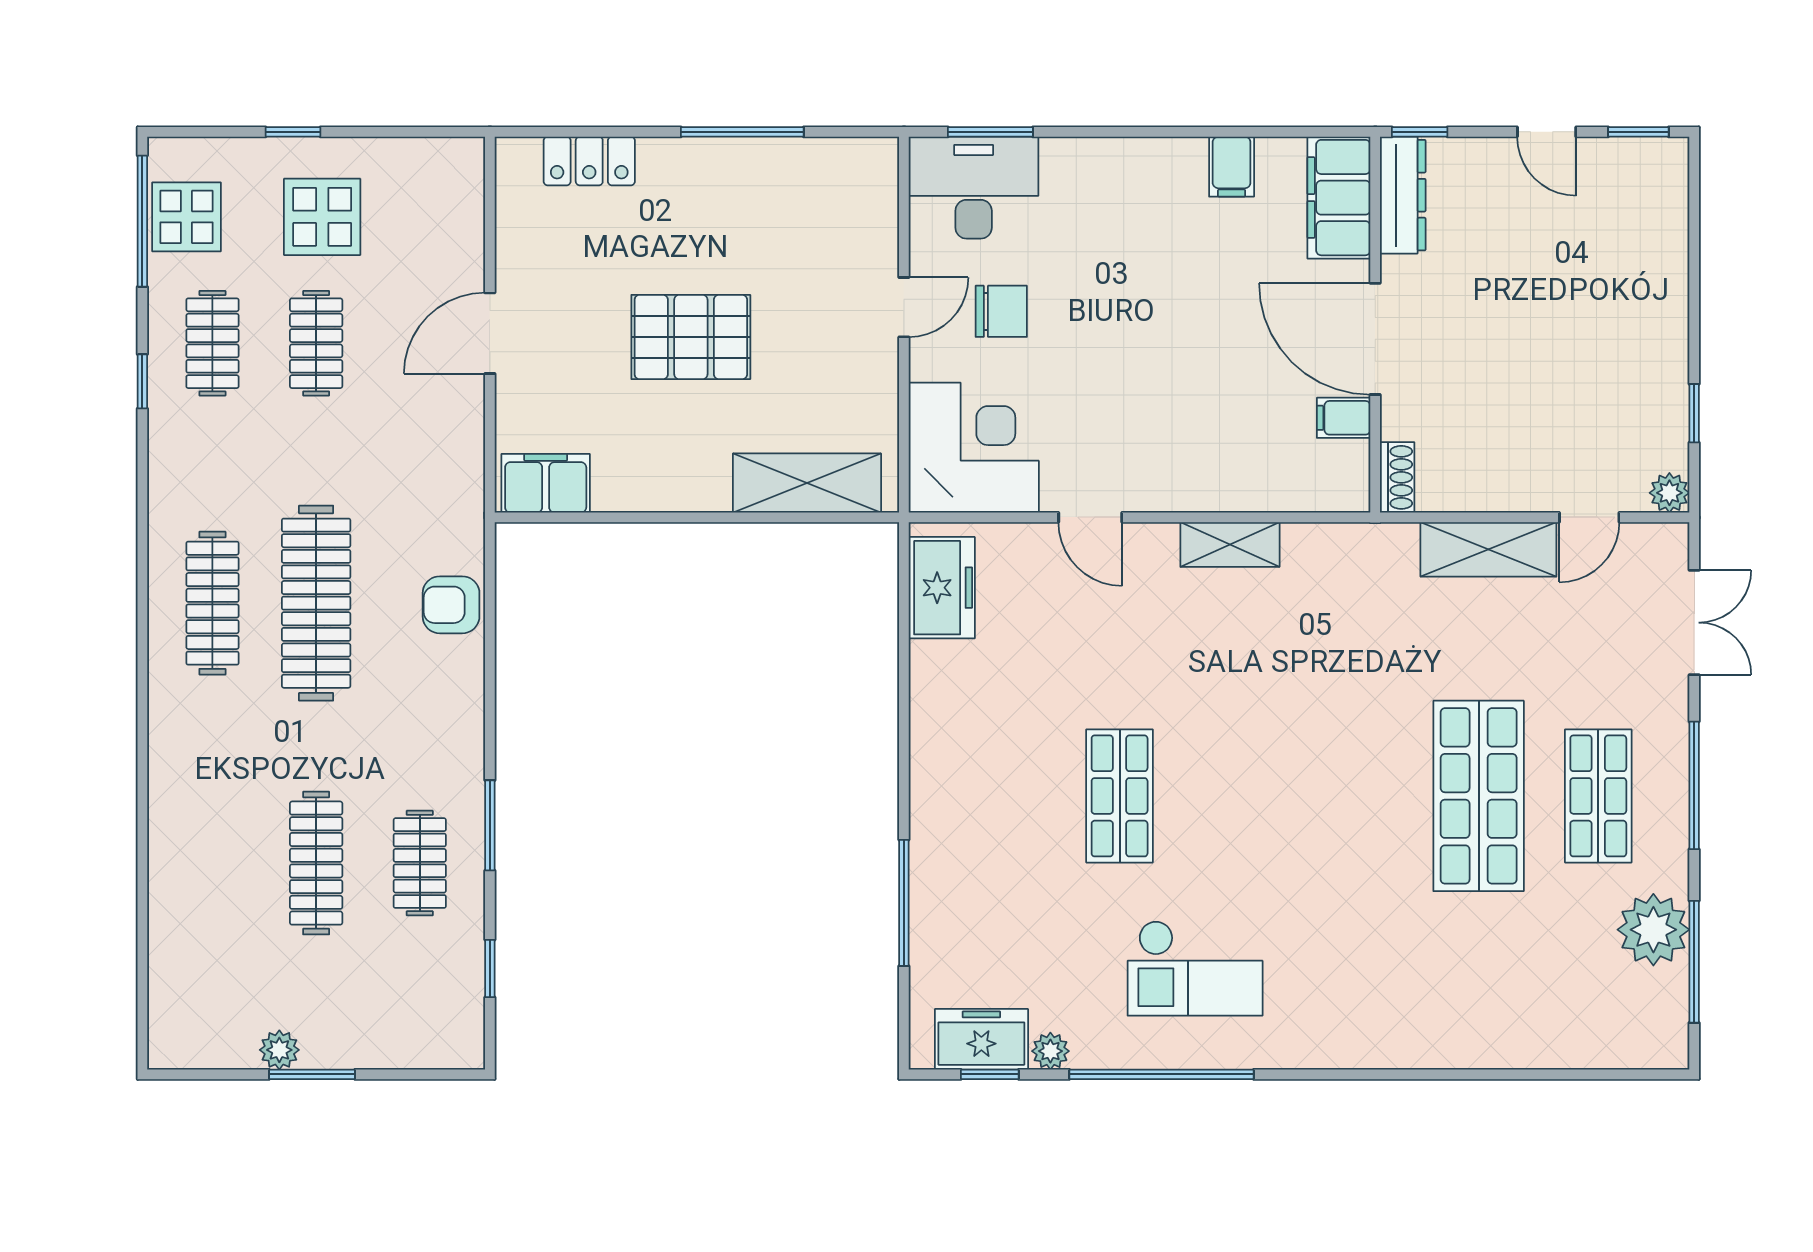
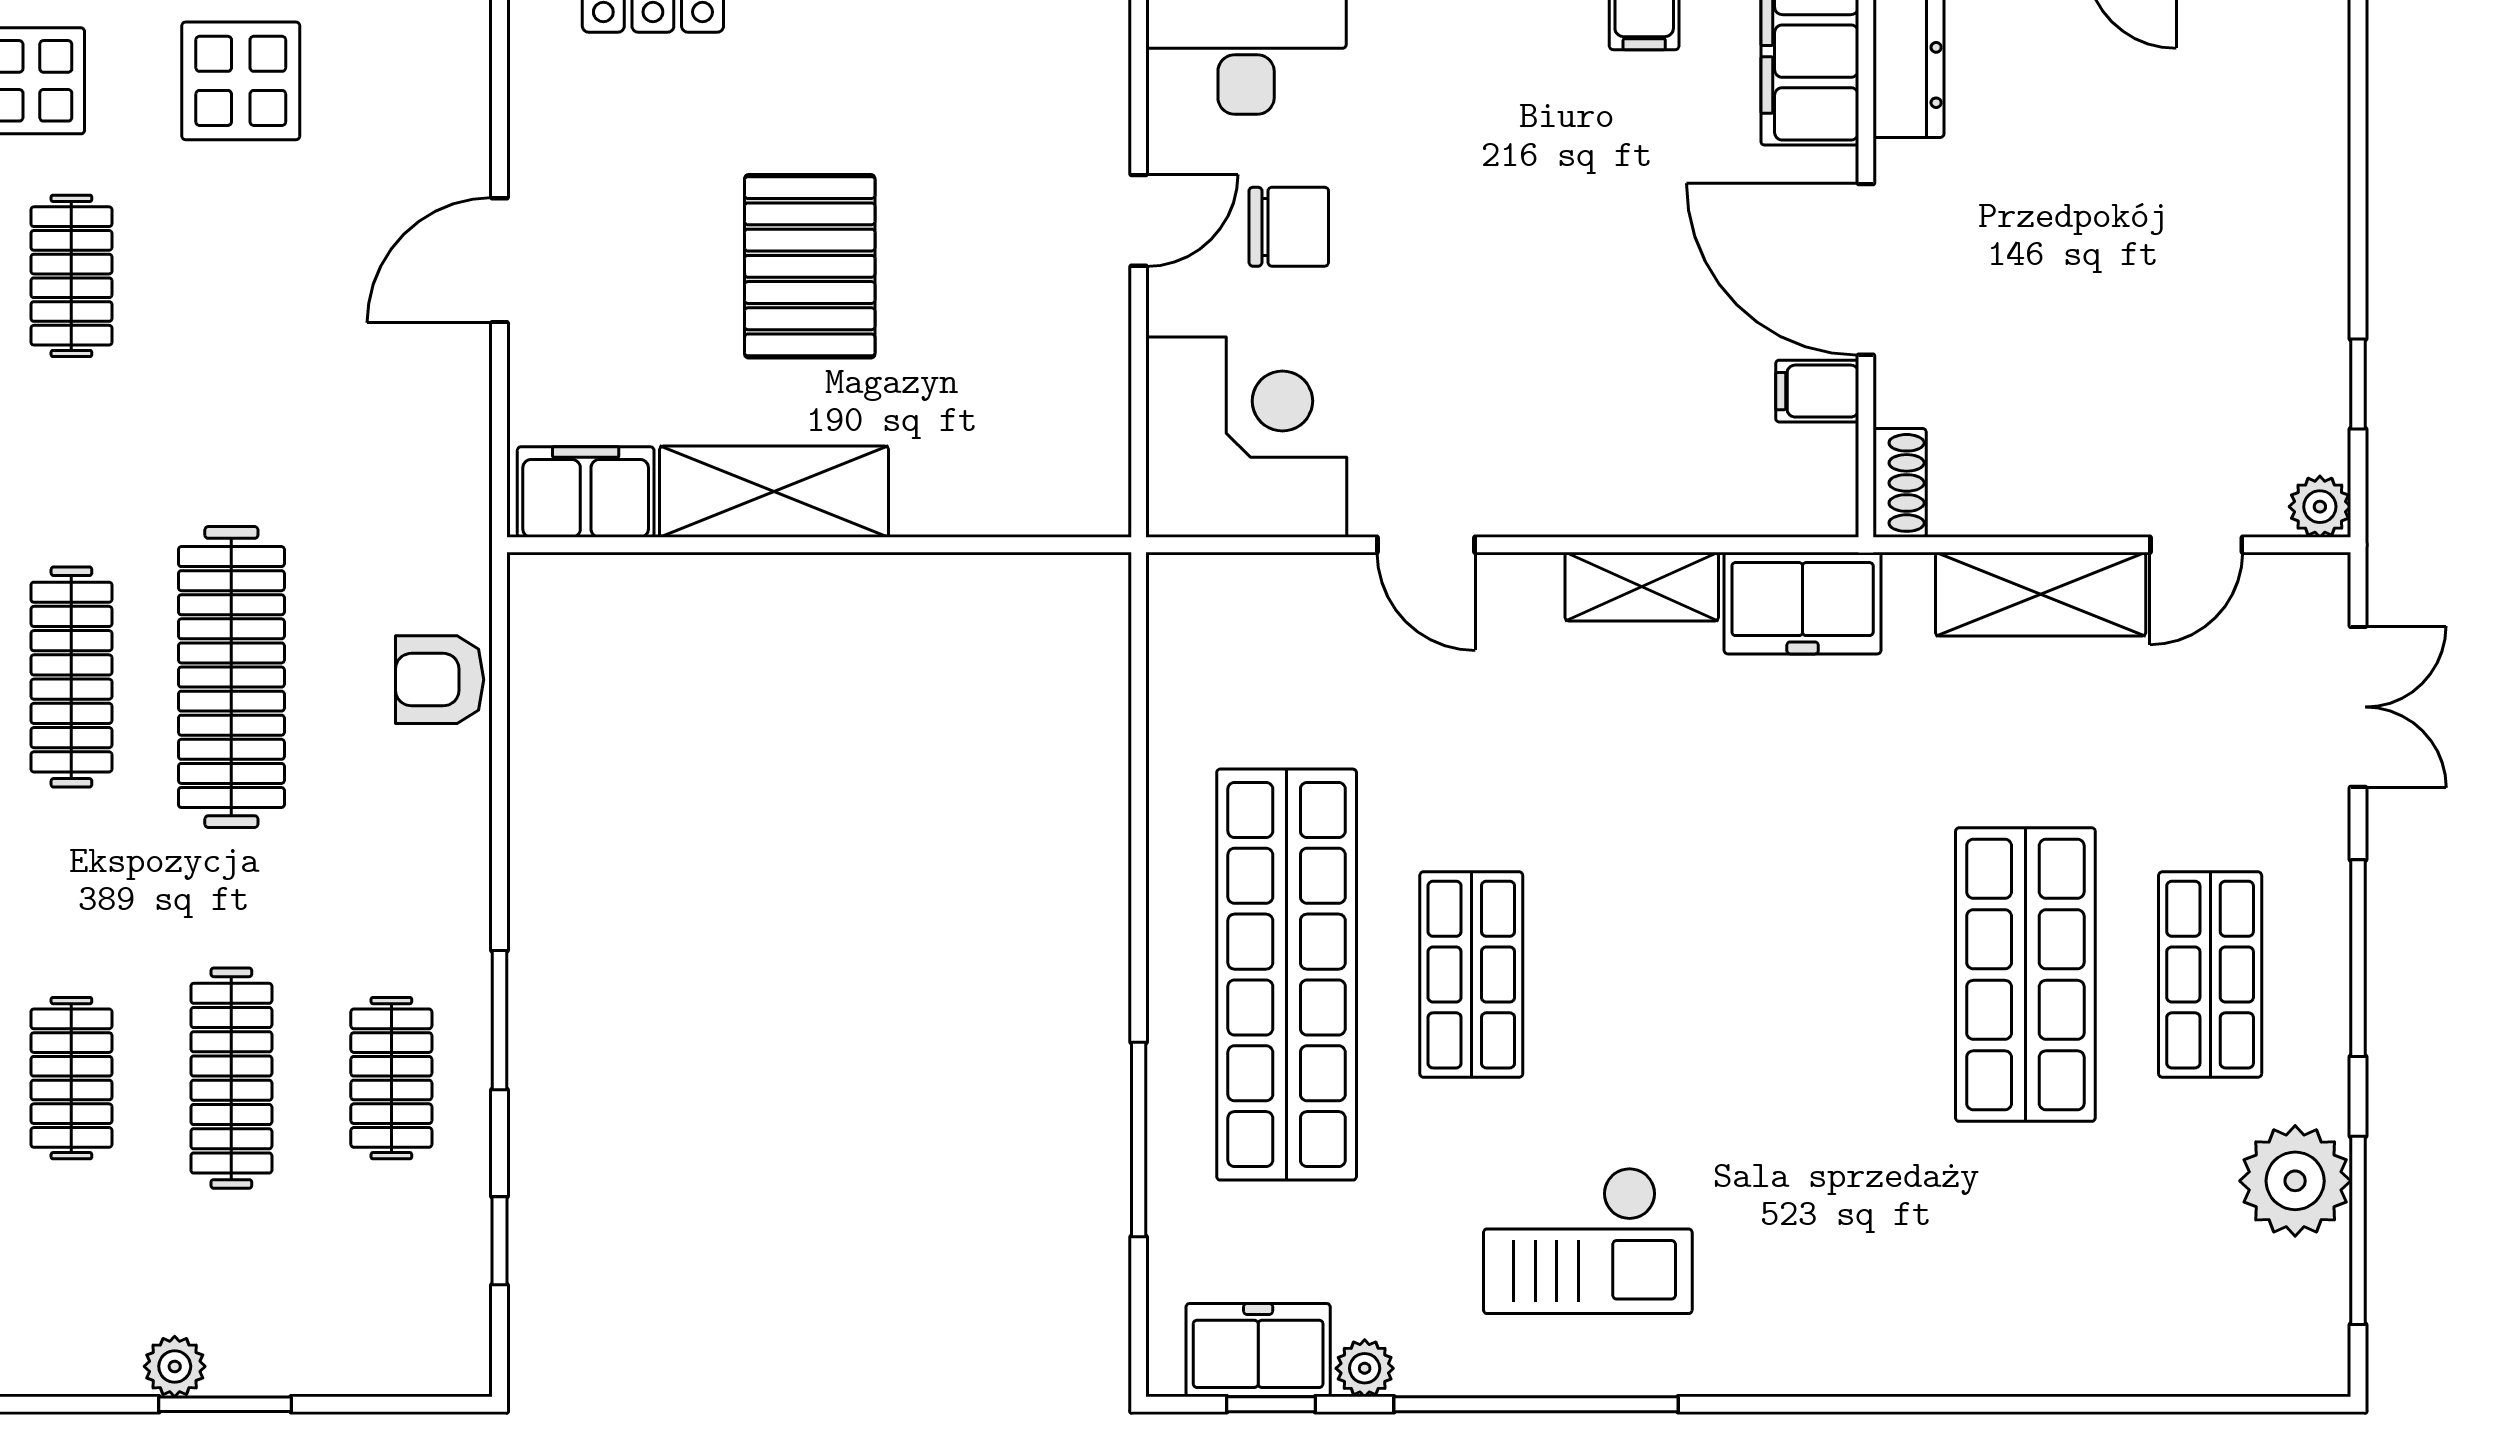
pallet: (691, 337) -> (810, 266), turned 90
clothes rail: (316, 343) -> (71, 1078), moved
shelving: (807, 483) -> (774, 492), moved
freezer: (942, 588) -> (1803, 603), moved, turned 90
shop shelf: (1000, 796) -> (1287, 975), added

